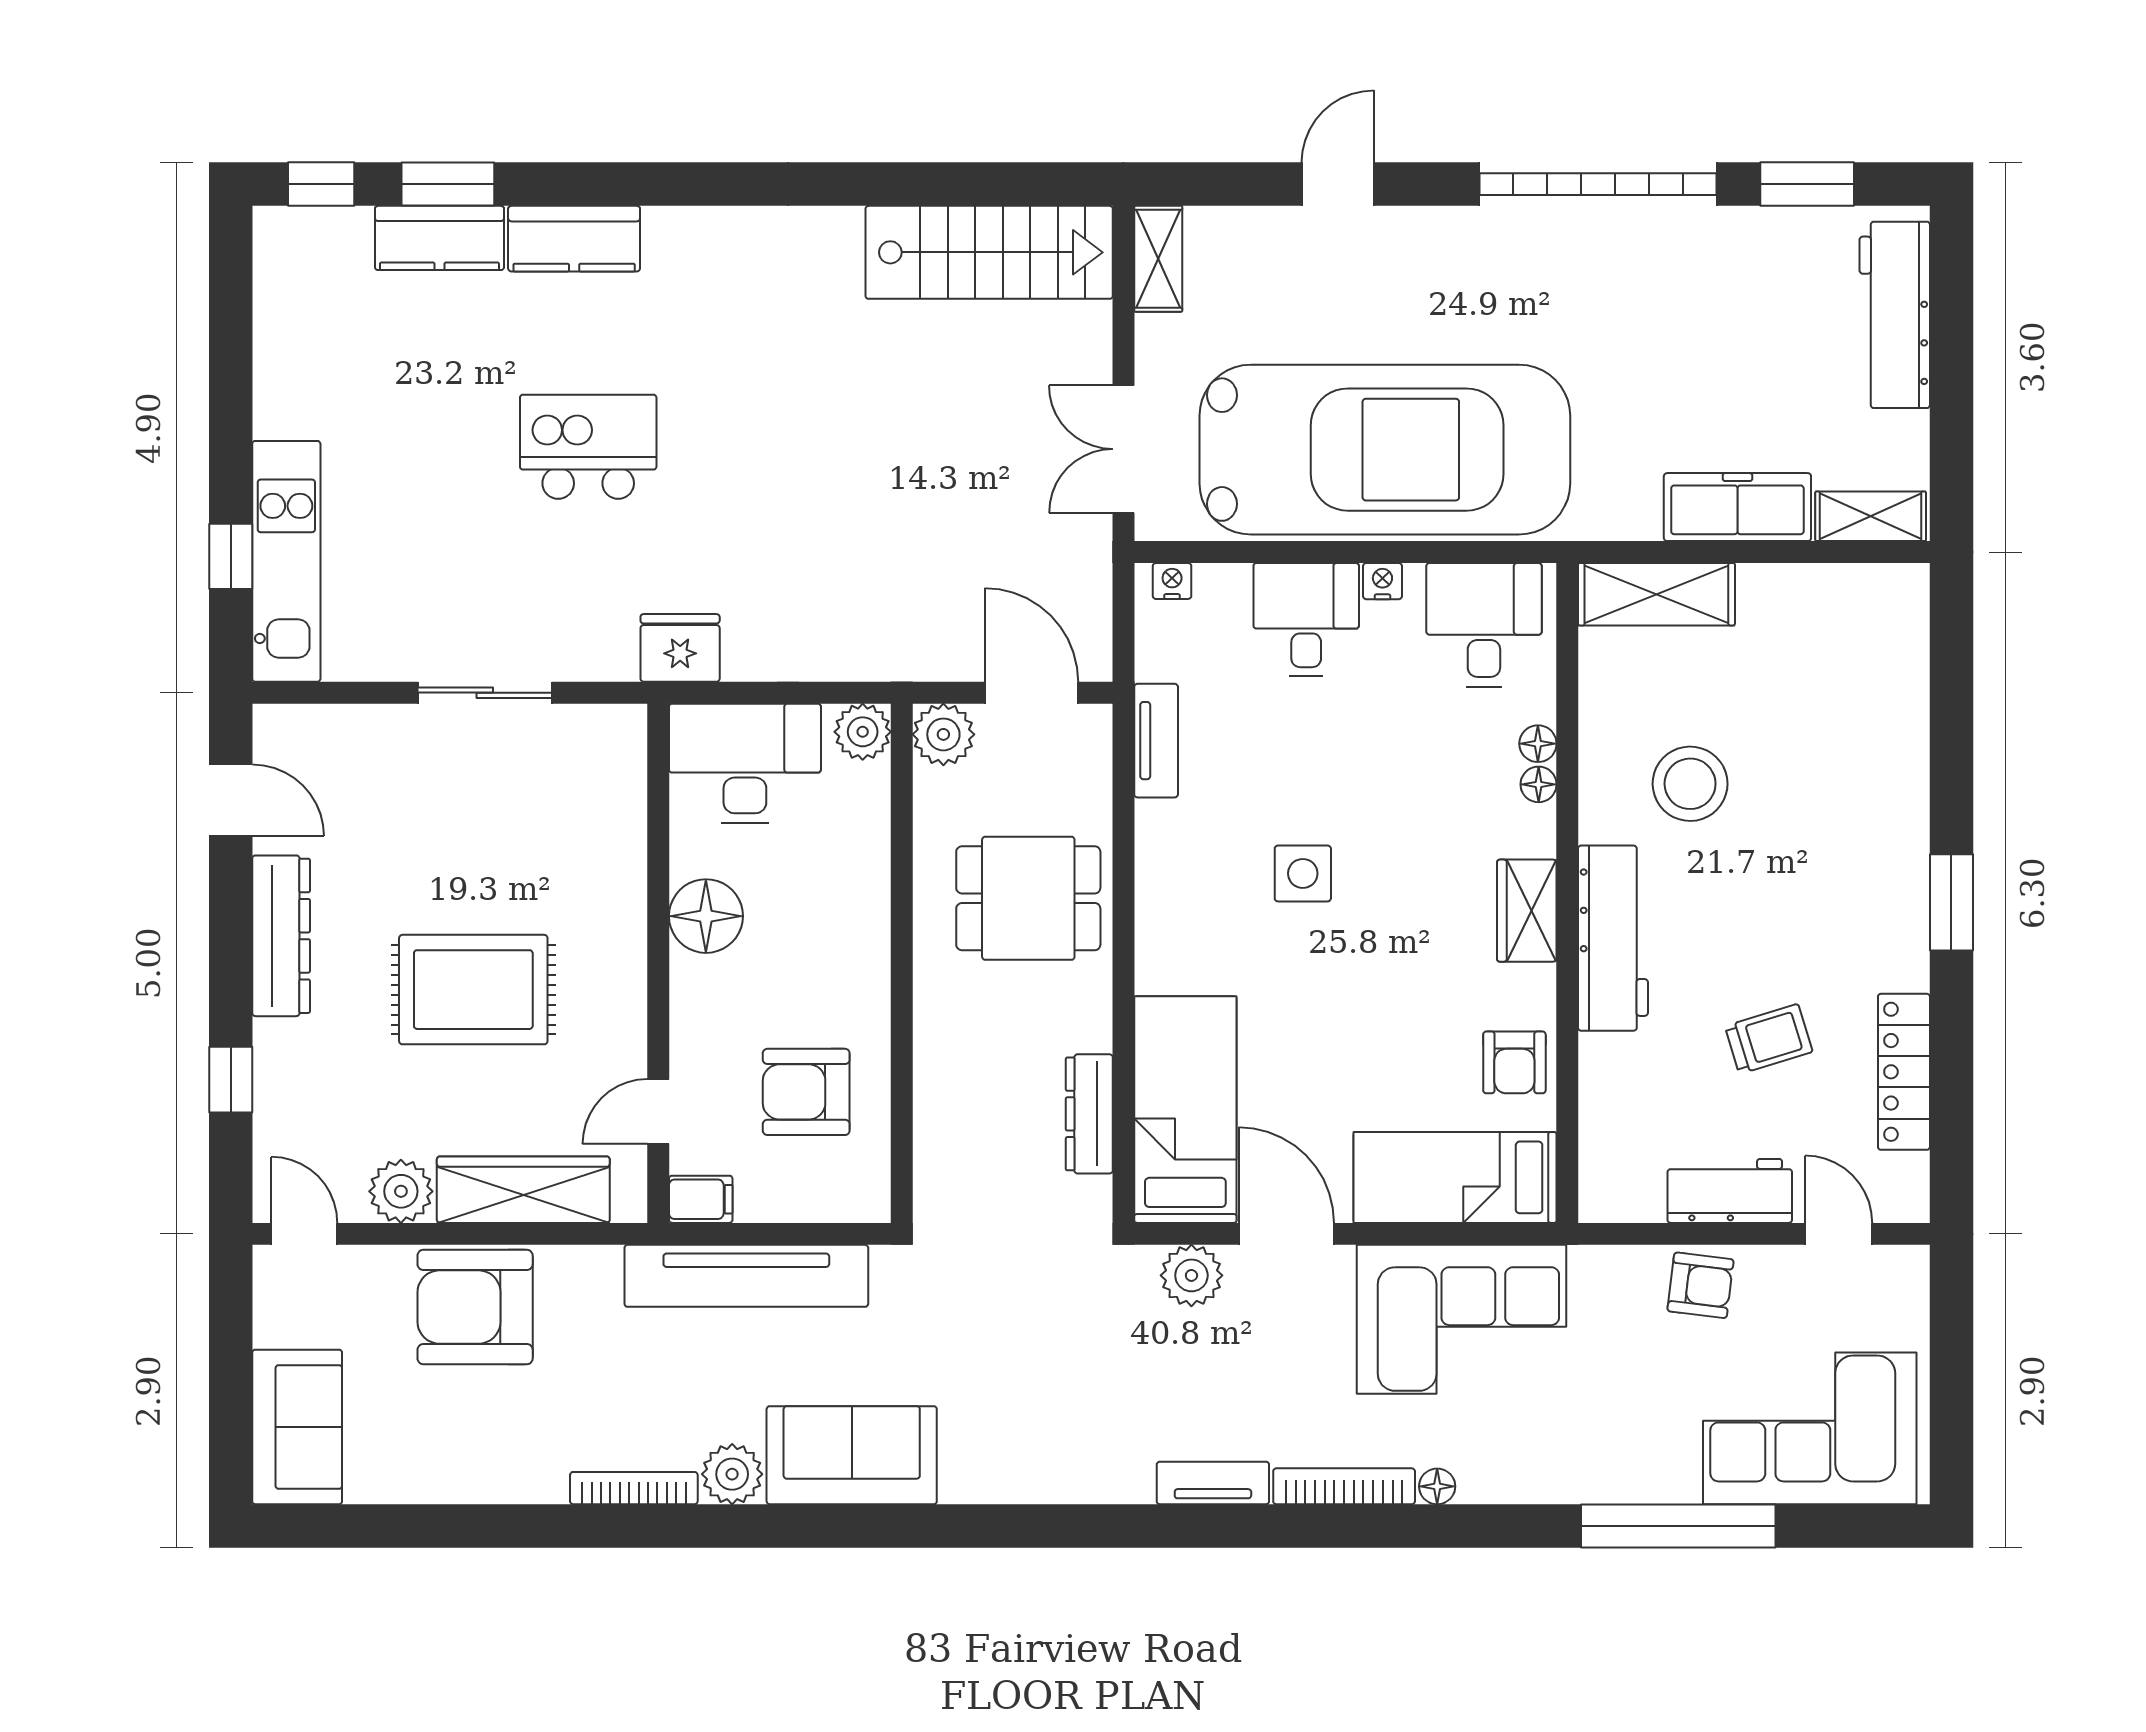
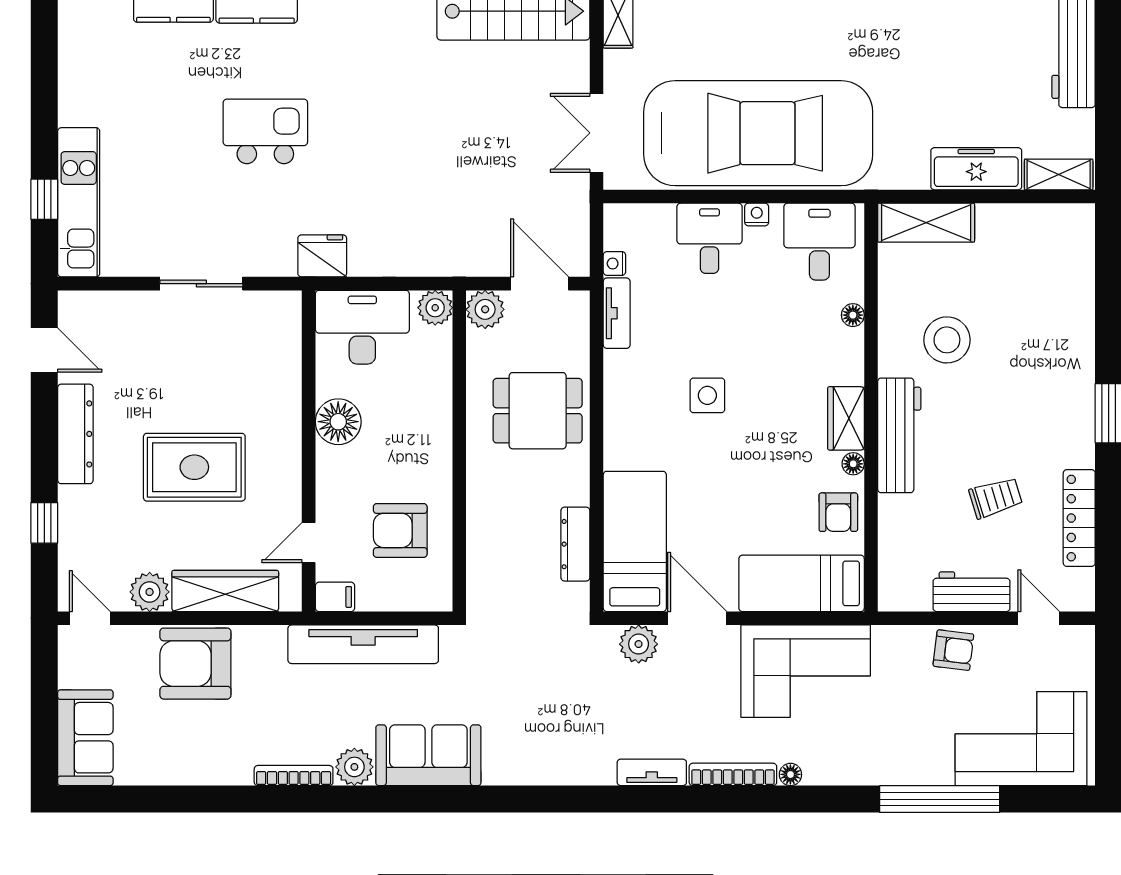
nightstand: (1172, 581) -> (614, 263), moved, turned -90
floor lamp: (1539, 784) -> (853, 464), moved

